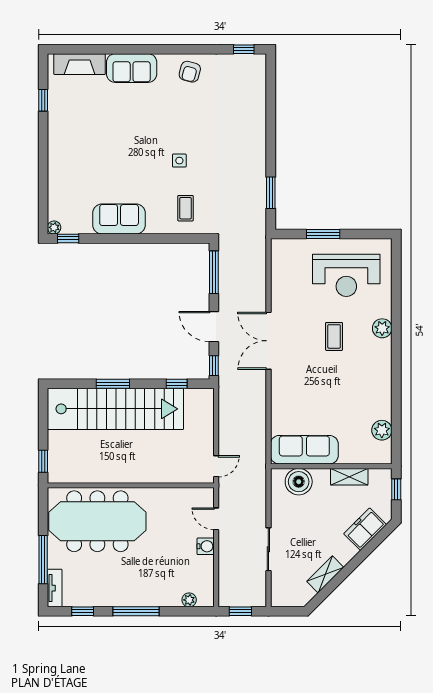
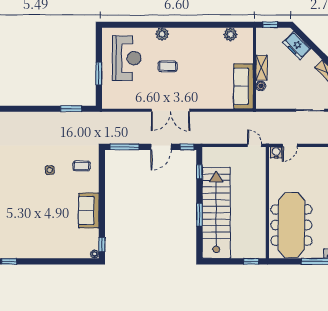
shelving: (349, 477) -> (262, 68), moved
boiler: (299, 482) -> (261, 86), width x0.54, depth x0.54
water cooler: (206, 546) -> (276, 152), moved

